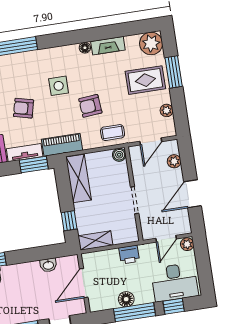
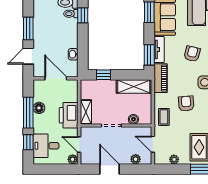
boiler: (119, 155) -> (133, 119), moved
shelving: (95, 241) -> (86, 112), moved
printer: (129, 255) -> (69, 115), width x1.87, depth x1.48
desk: (175, 282) -> (46, 146), width x0.73

